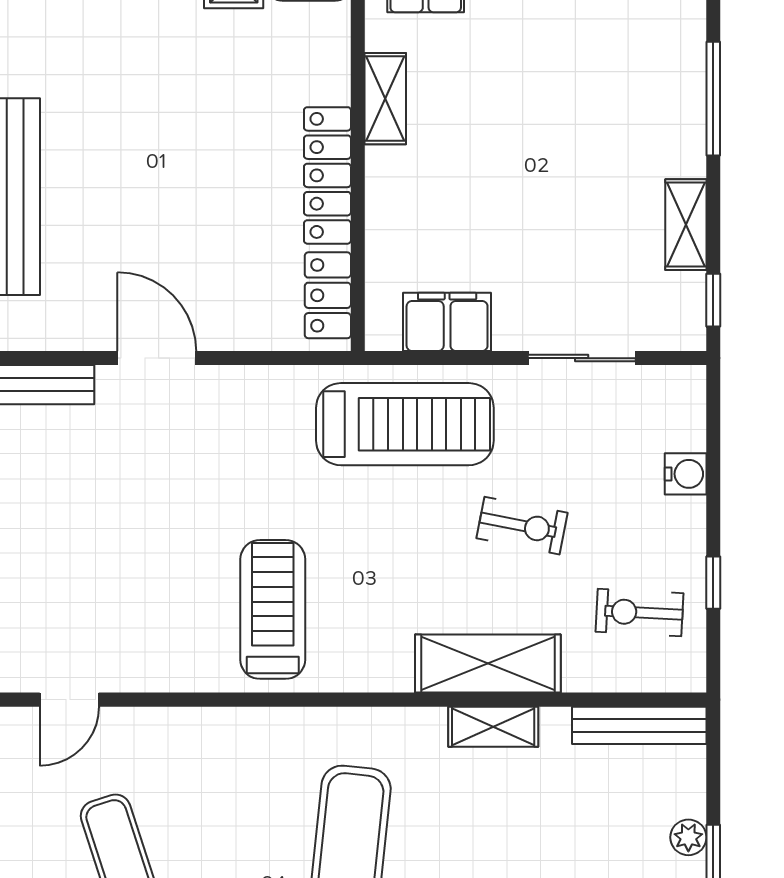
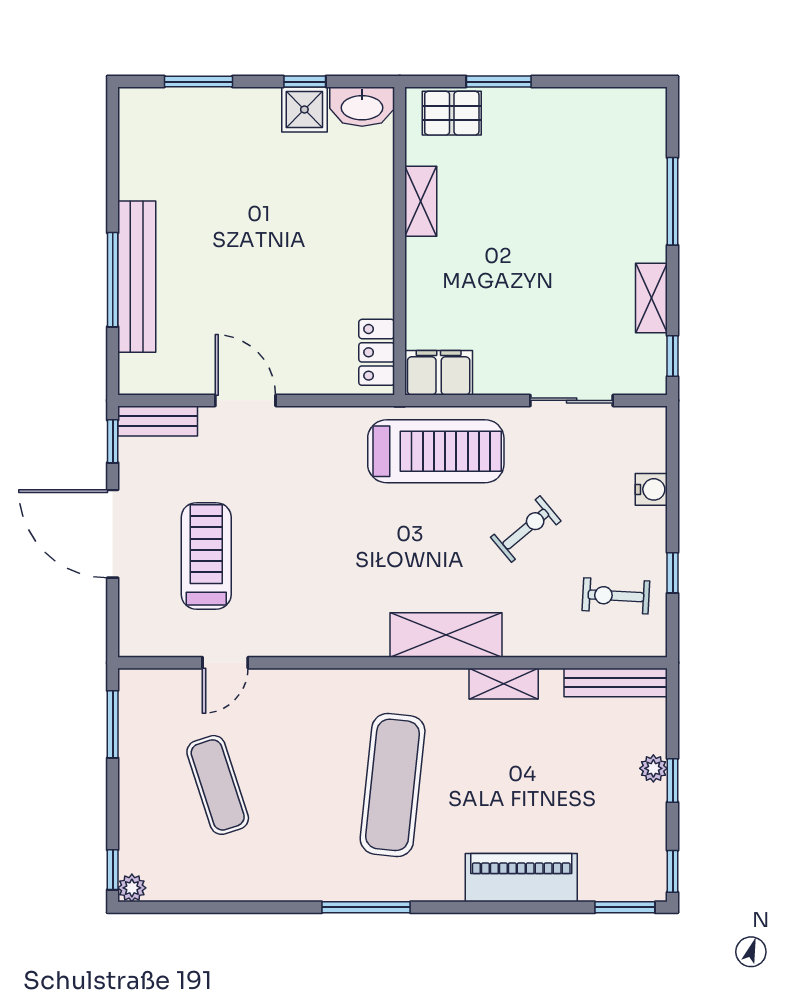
locker: (327, 175) -> (376, 260), removed
filing cabinet: (447, 322) -> (439, 373), moved
exercise bike: (522, 526) -> (526, 529), turned -51
treadmill: (273, 609) -> (206, 556), moved
shelving: (488, 664) -> (446, 635), moved
door: (69, 700) -> (225, 663), moved

